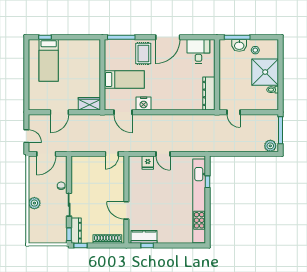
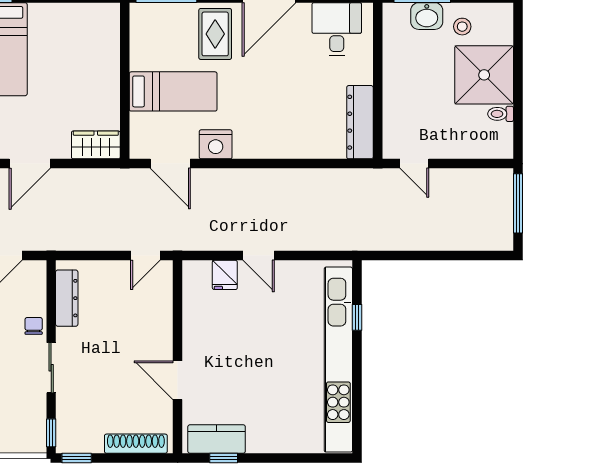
plant: (270, 146) -> (495, 238), removed
dresser: (76, 231) -> (67, 298), moved

